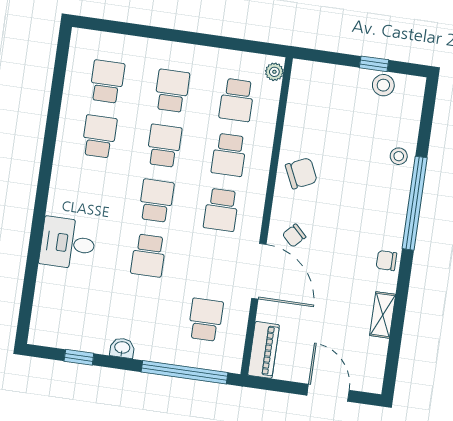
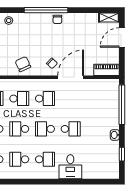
window: (415, 203) -> (46, 10), moved
shelving: (383, 315) -> (109, 18), moved
school desk: (205, 320) -> (45, 159), moved, turned 180

